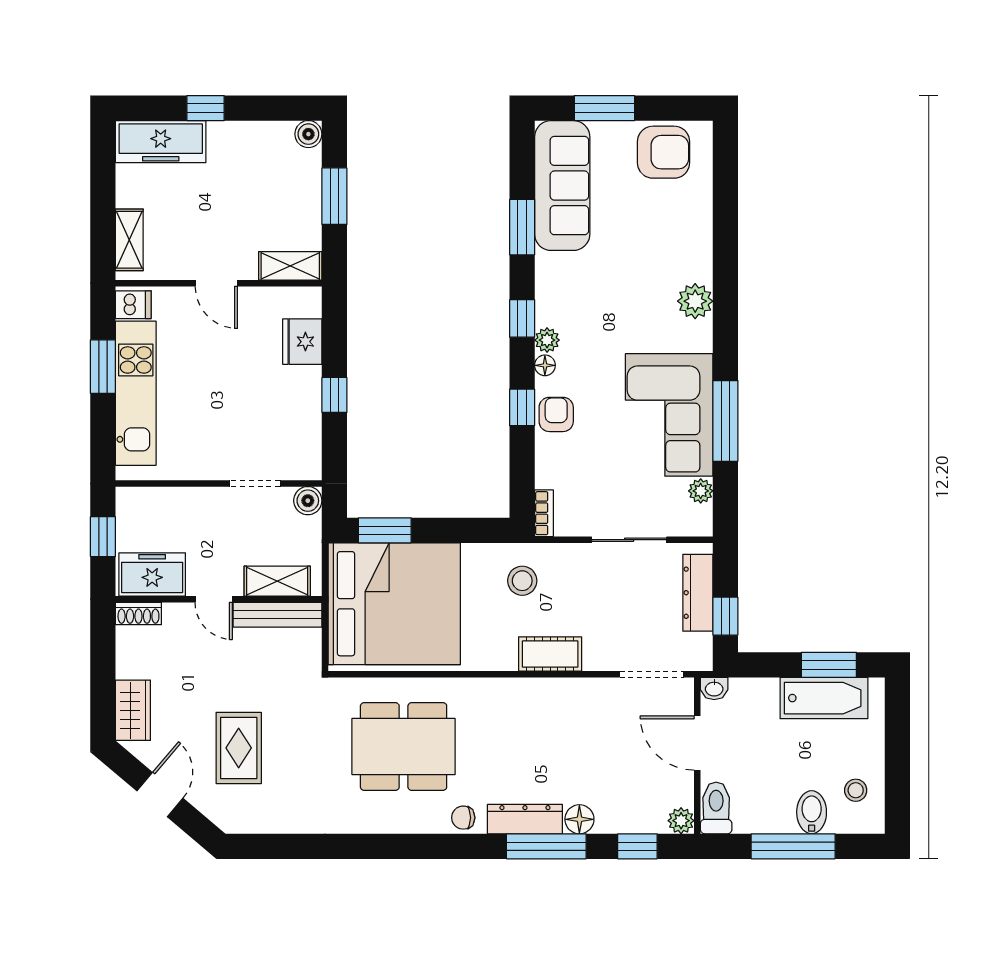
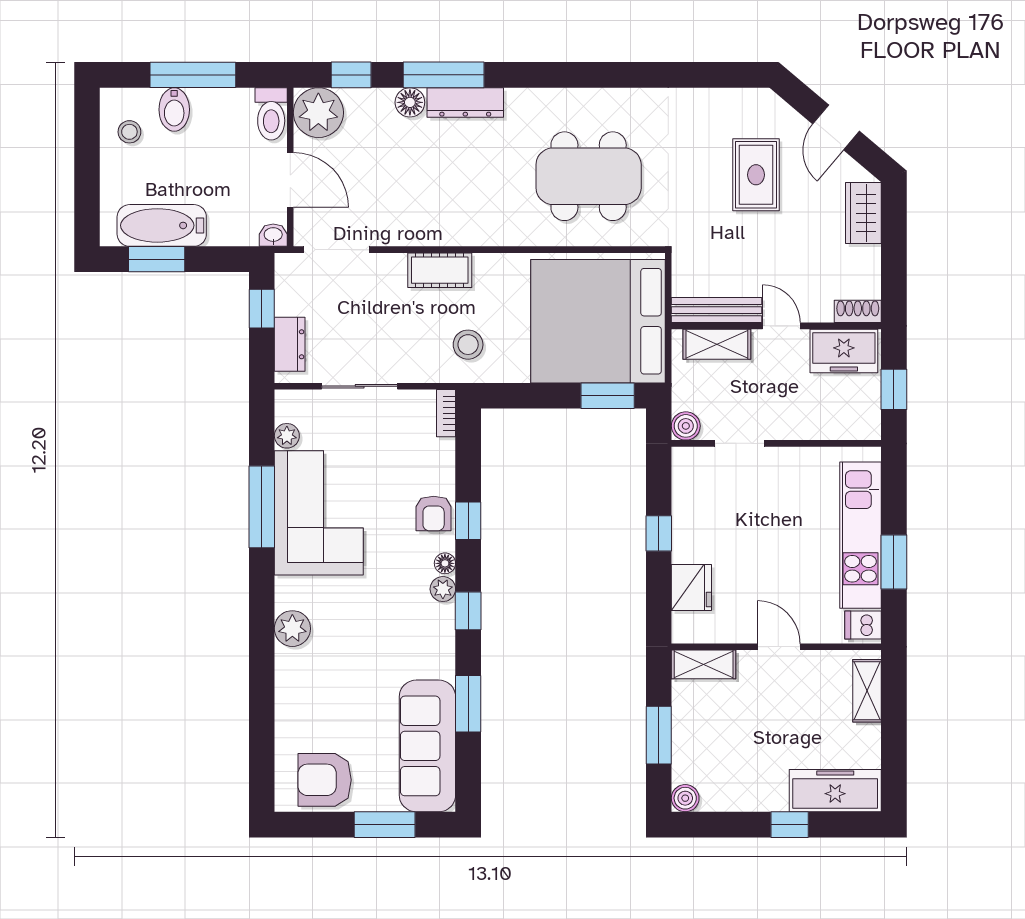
dresser: (698, 593) -> (290, 344), width x0.70
chair: (463, 818) -> (528, 104), removed
plant: (681, 821) -> (318, 113), width x1.87, depth x1.87

